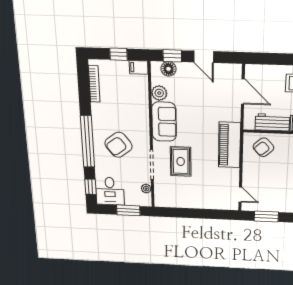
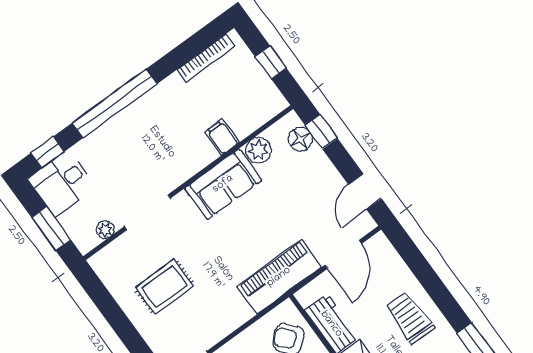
door: (204, 57) -> (365, 191), moved
filing cabinet: (139, 67) -> (222, 137), moved
armchair: (118, 145) -> (142, 148), removed
piano: (229, 145) -> (279, 277), moved
rug: (181, 161) -> (165, 287), moved

